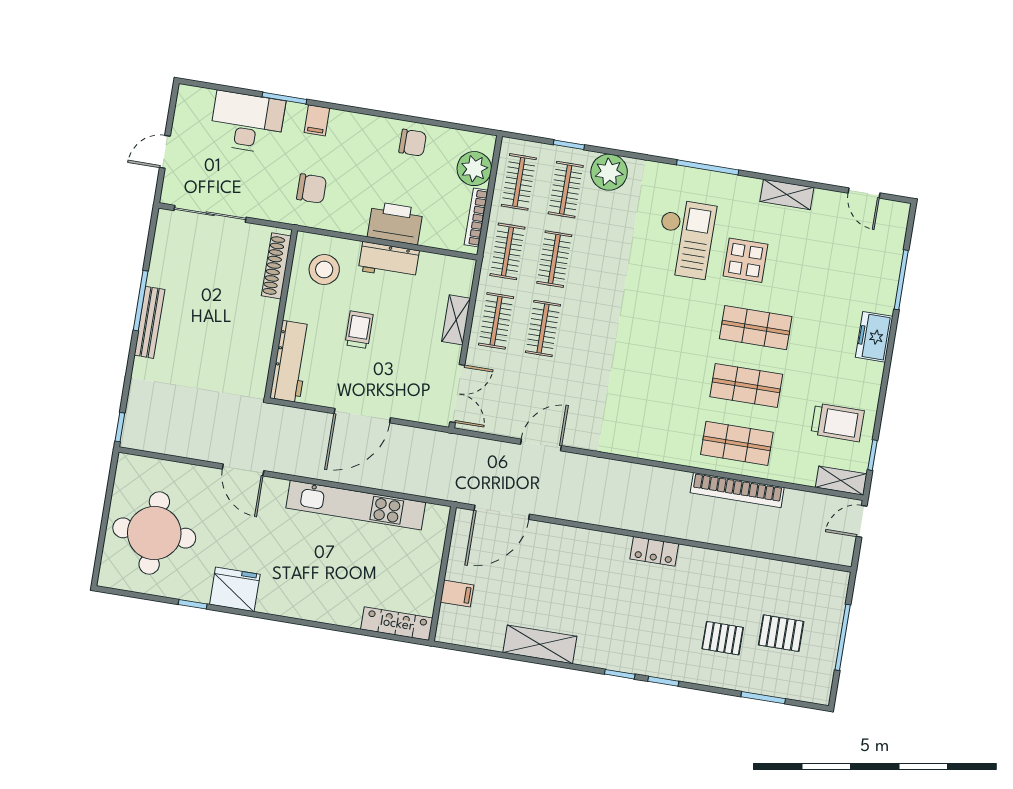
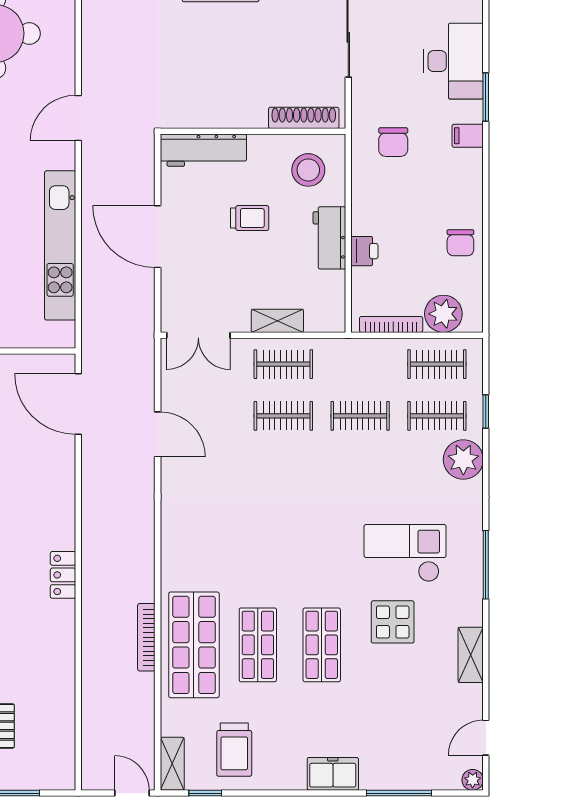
plant: (900, 211) -> (473, 780), added
printer: (395, 223) -> (364, 251), width x0.53, depth x0.68
checkout: (685, 239) -> (405, 553), turned 180
clothes rail: (507, 251) -> (360, 364), removed
shop shelf: (737, 443) -> (194, 645), width x1.43, depth x1.36
bookcase: (737, 490) -> (146, 637), width x0.68, depth x0.76

